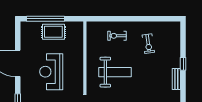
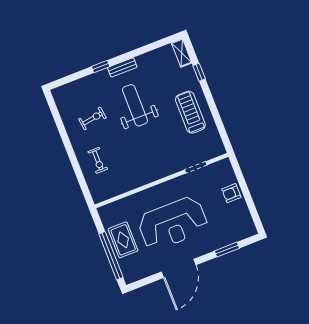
reception desk: (51, 72) -> (173, 224), width x1.36, depth x1.30
weight bench: (115, 72) -> (135, 105), moved

